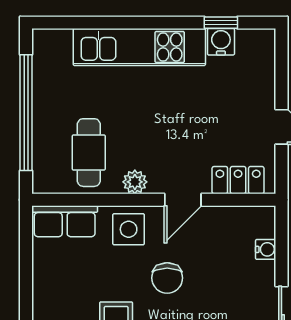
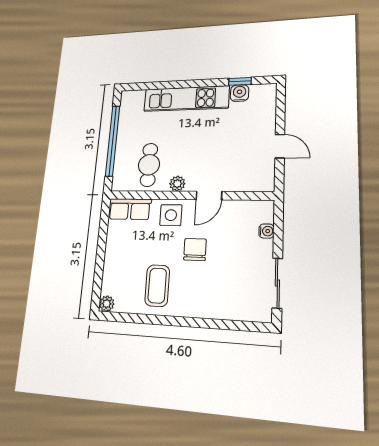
locker: (238, 180) -> (248, 182), removed
chair: (167, 278) -> (195, 250), turned 180

